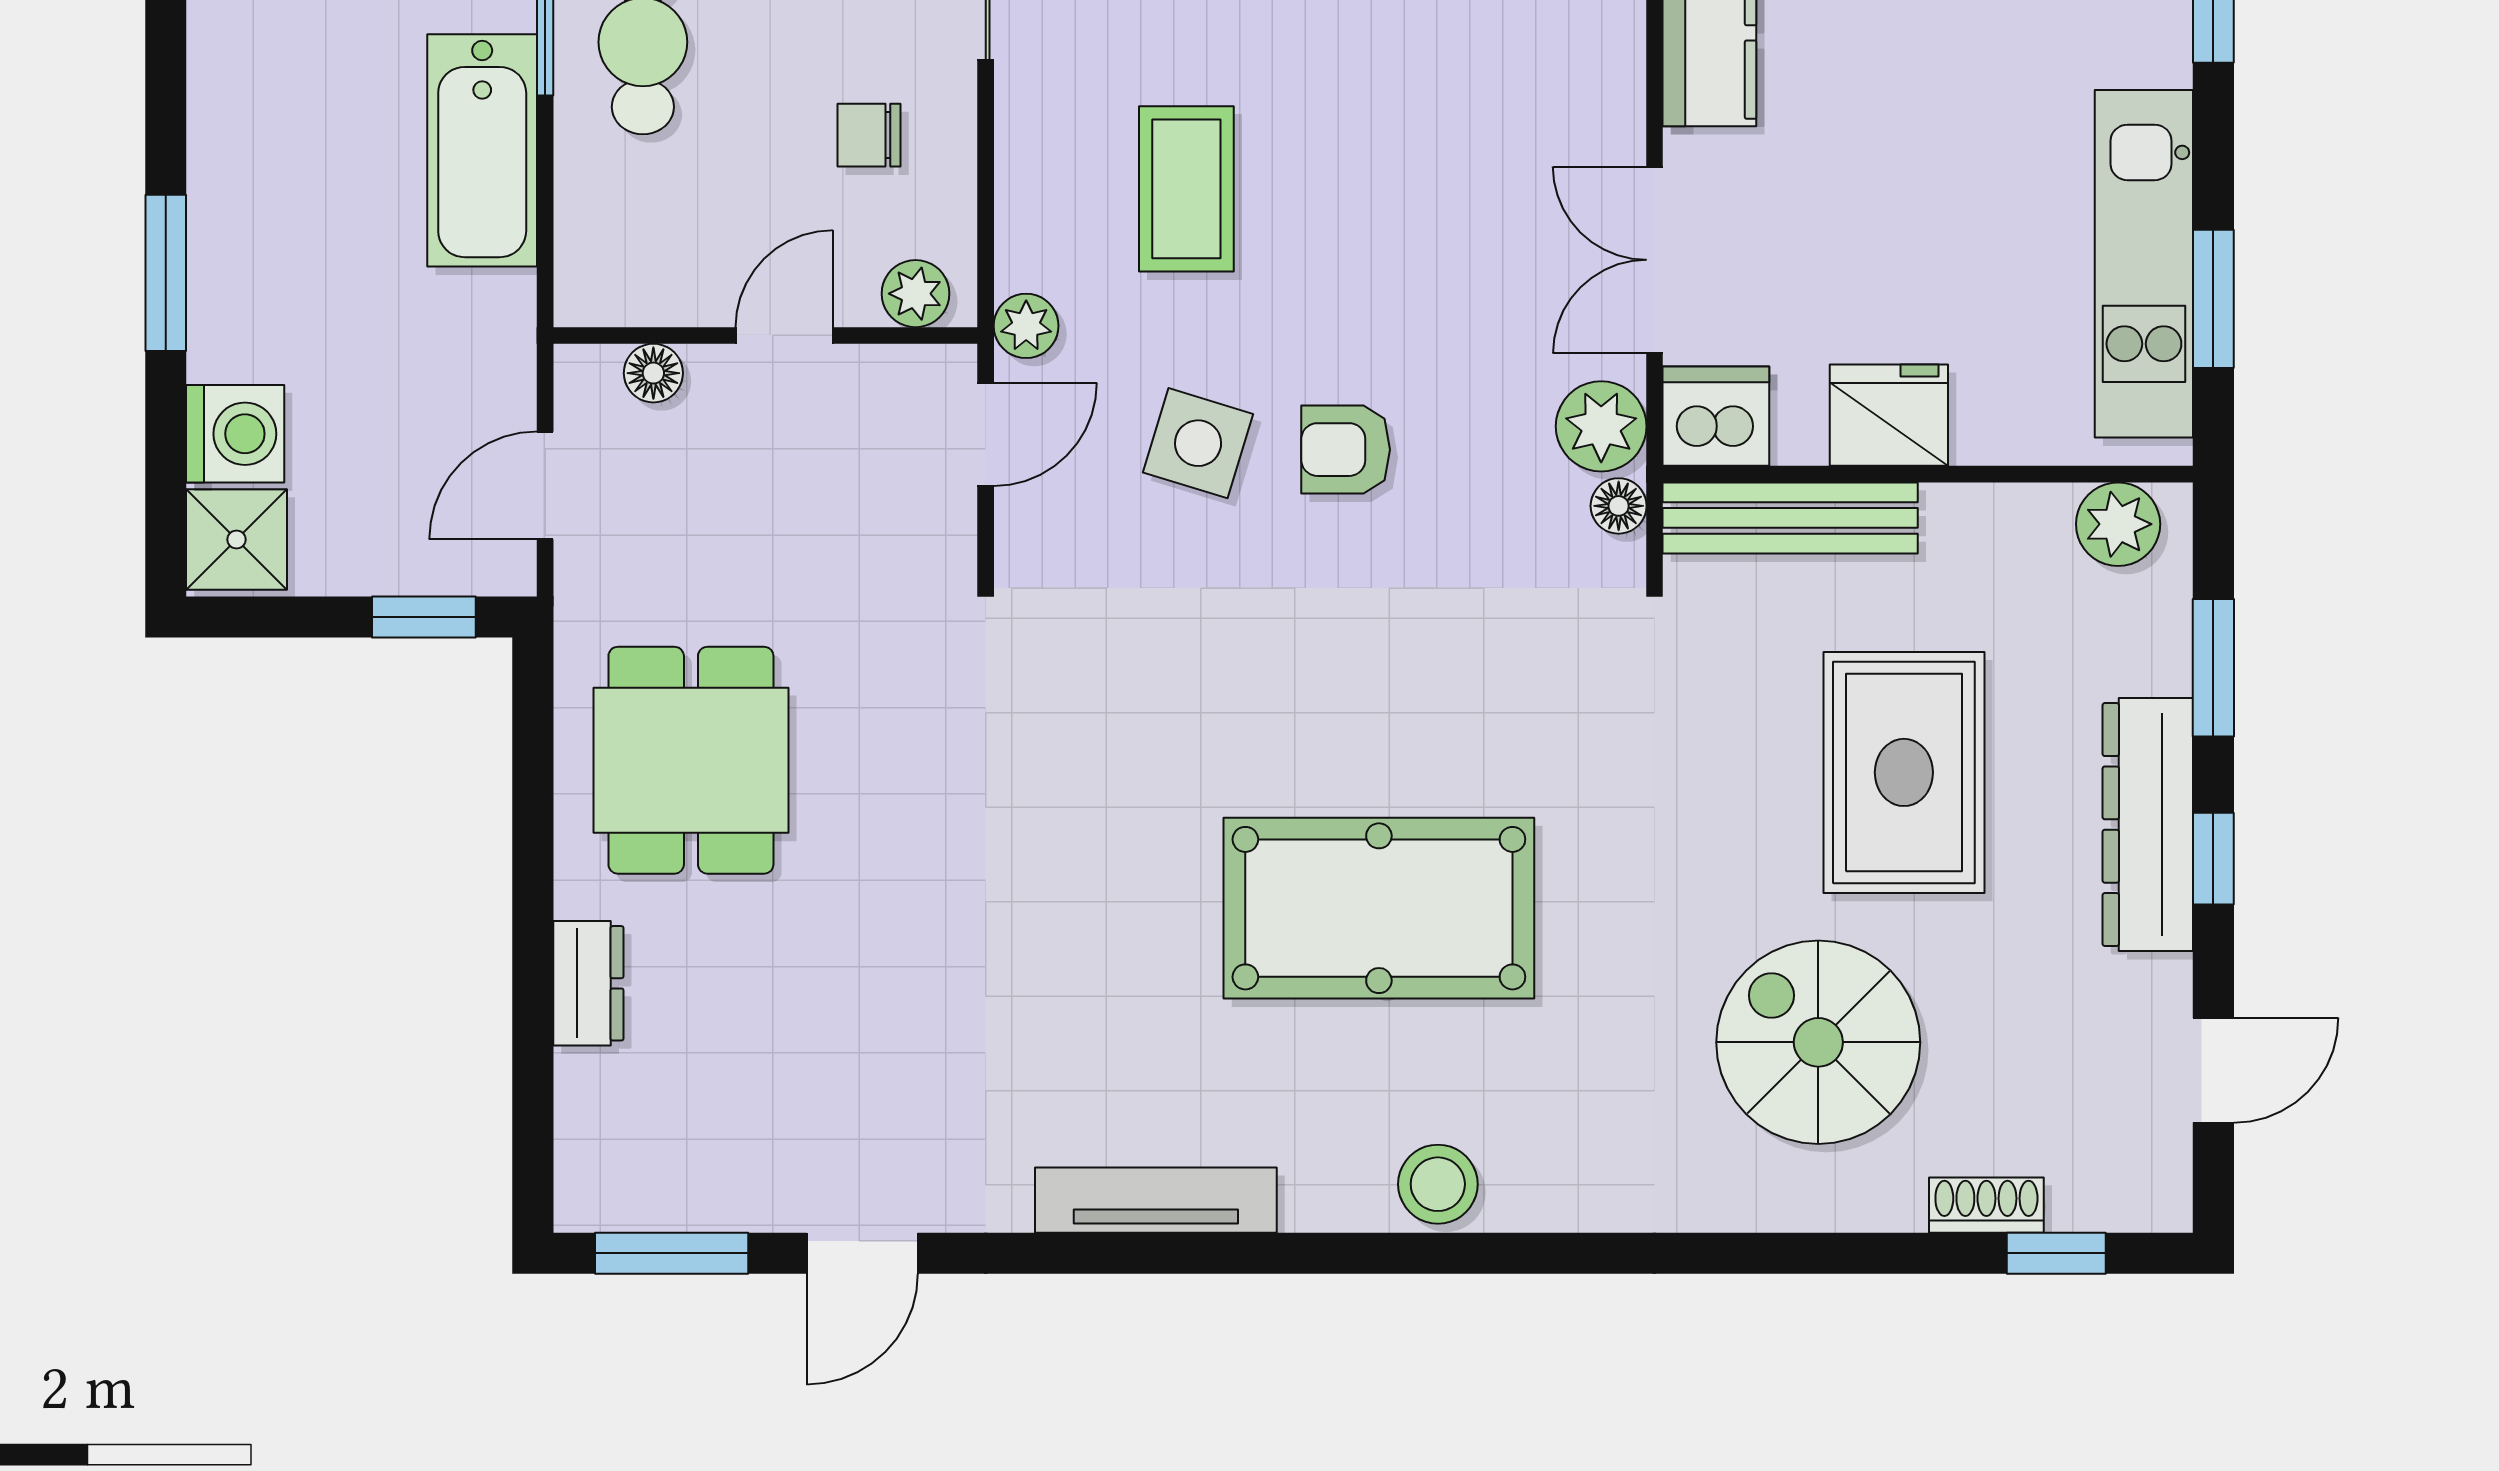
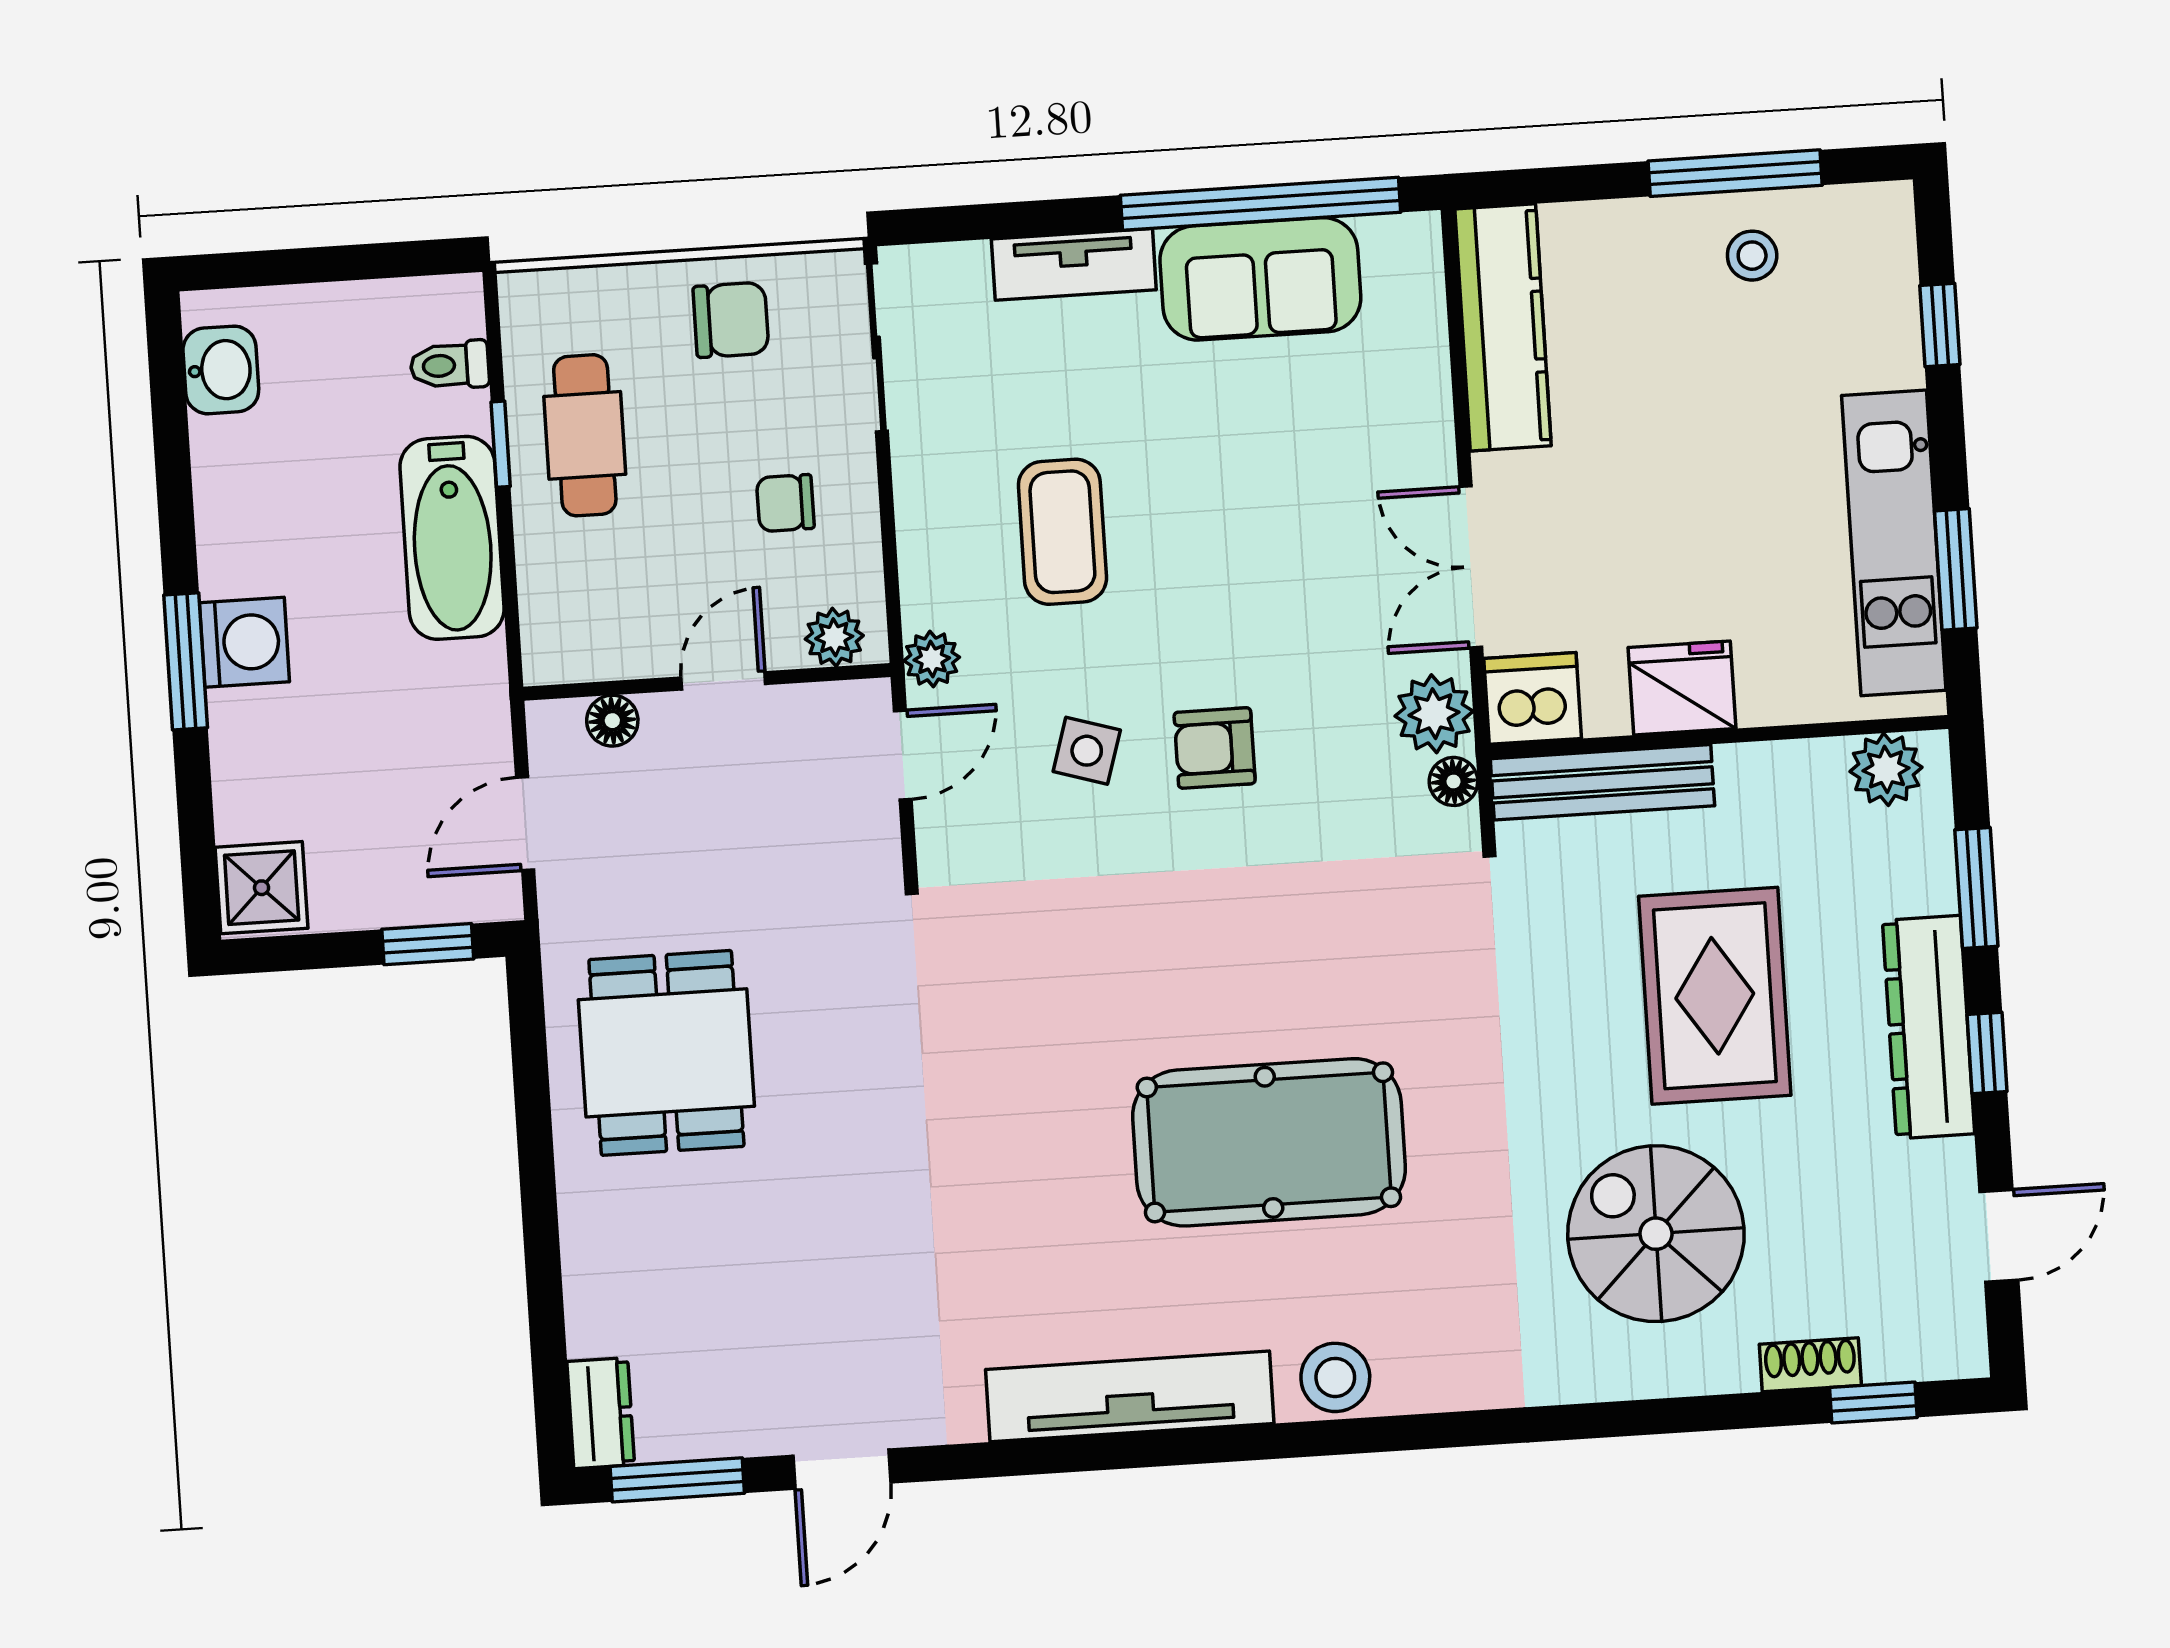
washing machine: (235, 434) -> (244, 642), moved
side table: (1198, 443) -> (1087, 751), width x0.73, depth x0.73
dresser: (588, 983) -> (601, 1413), moved
tv unit: (1156, 1200) -> (1130, 1396), width x1.36, depth x1.29

